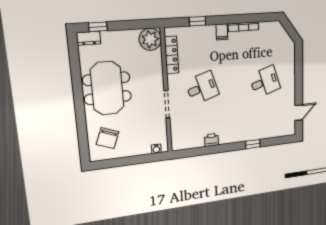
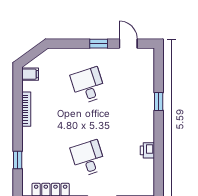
filing cabinet: (222, 32) -> (30, 74), moved
window: (299, 87) -> (99, 44), added

